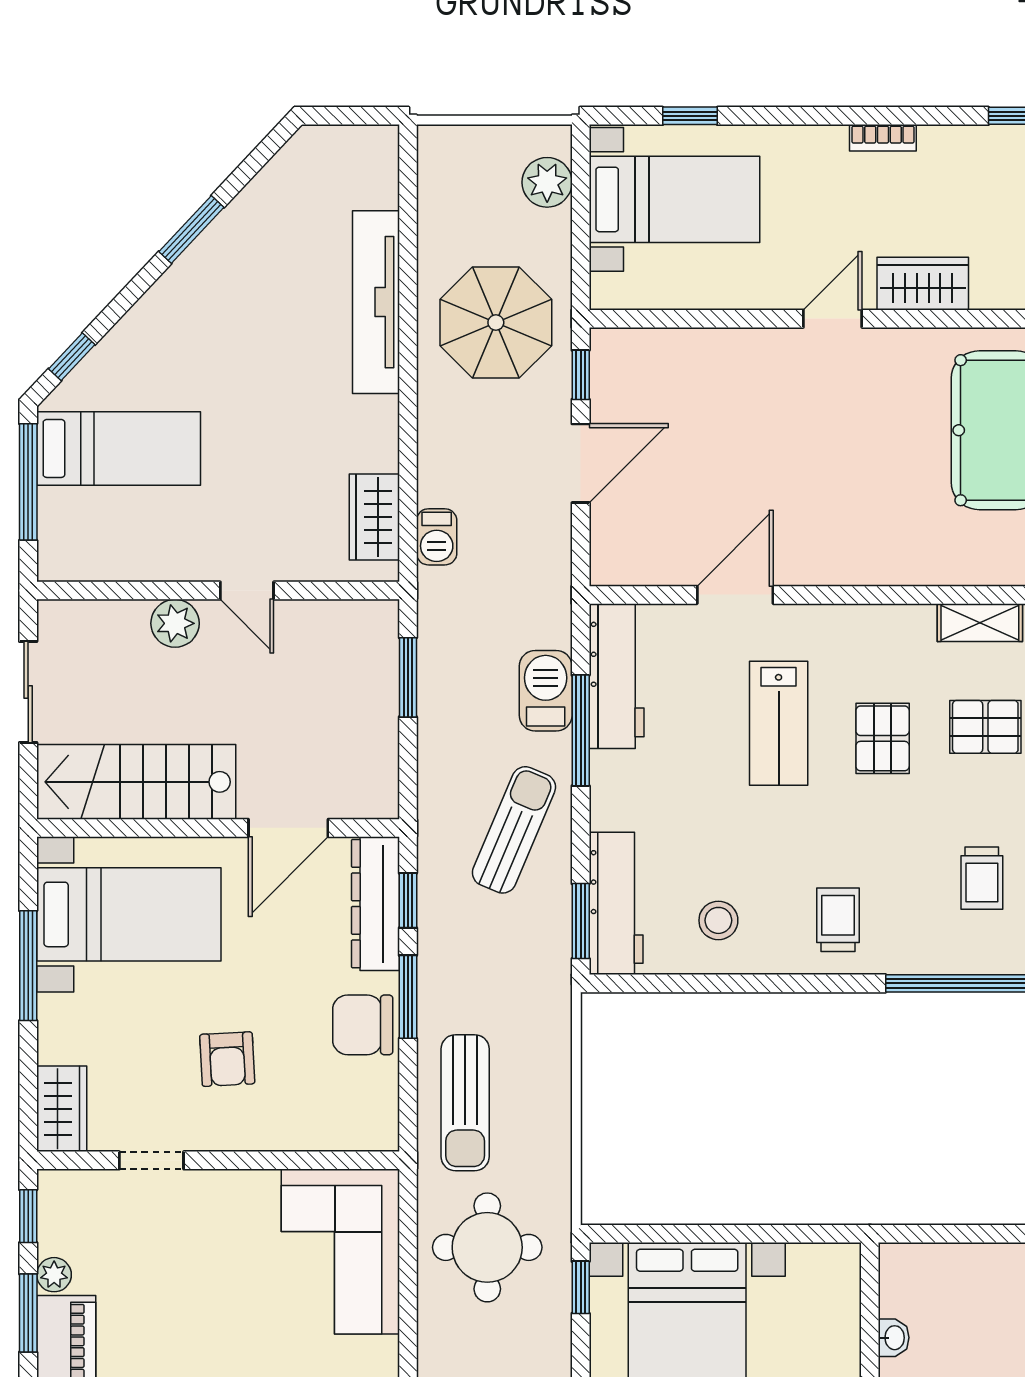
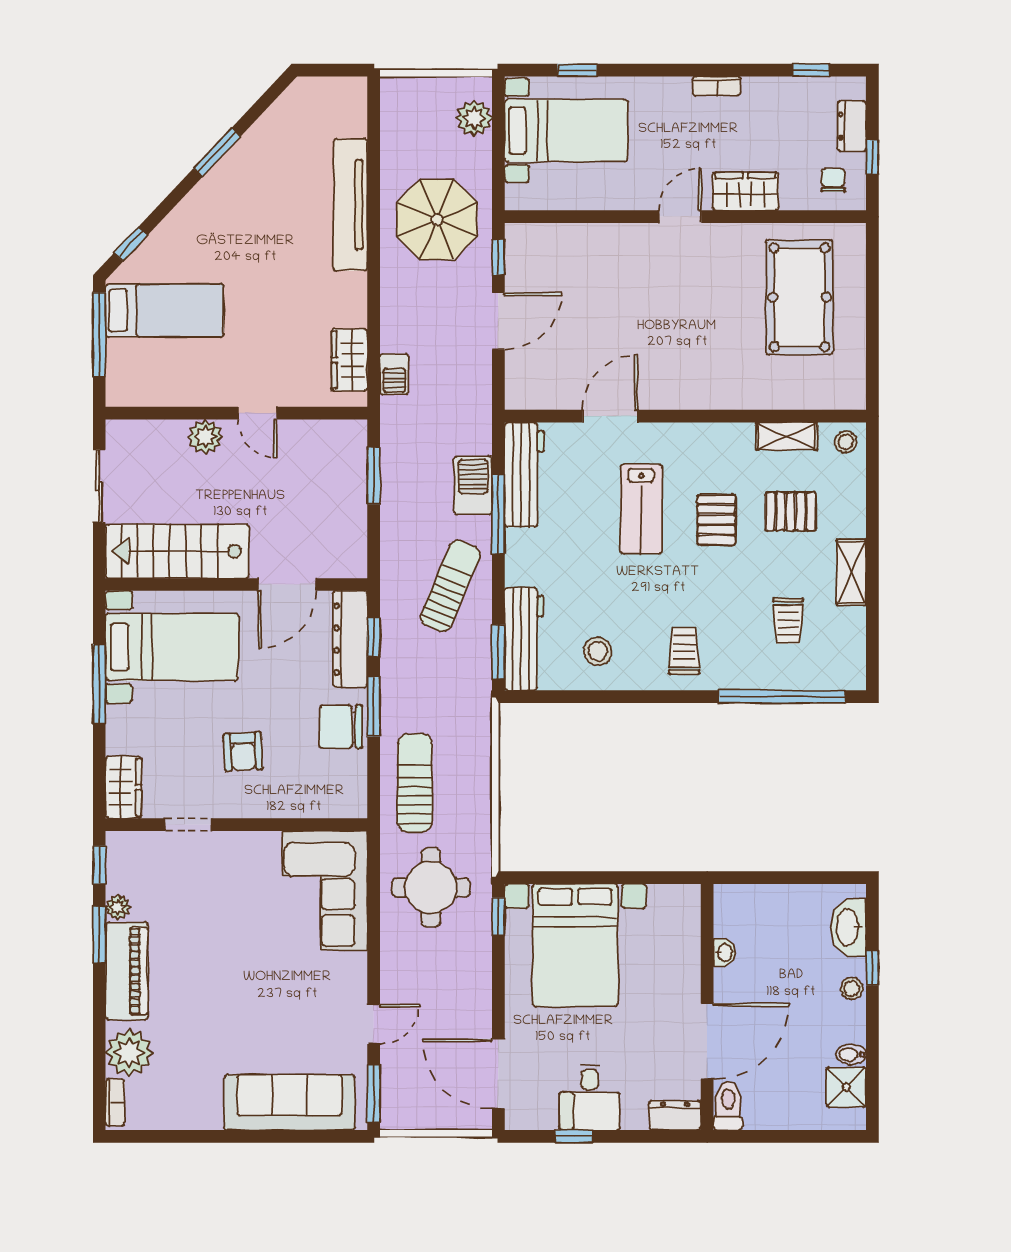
sun lounger: (465, 1103) -> (415, 783), turned 180

